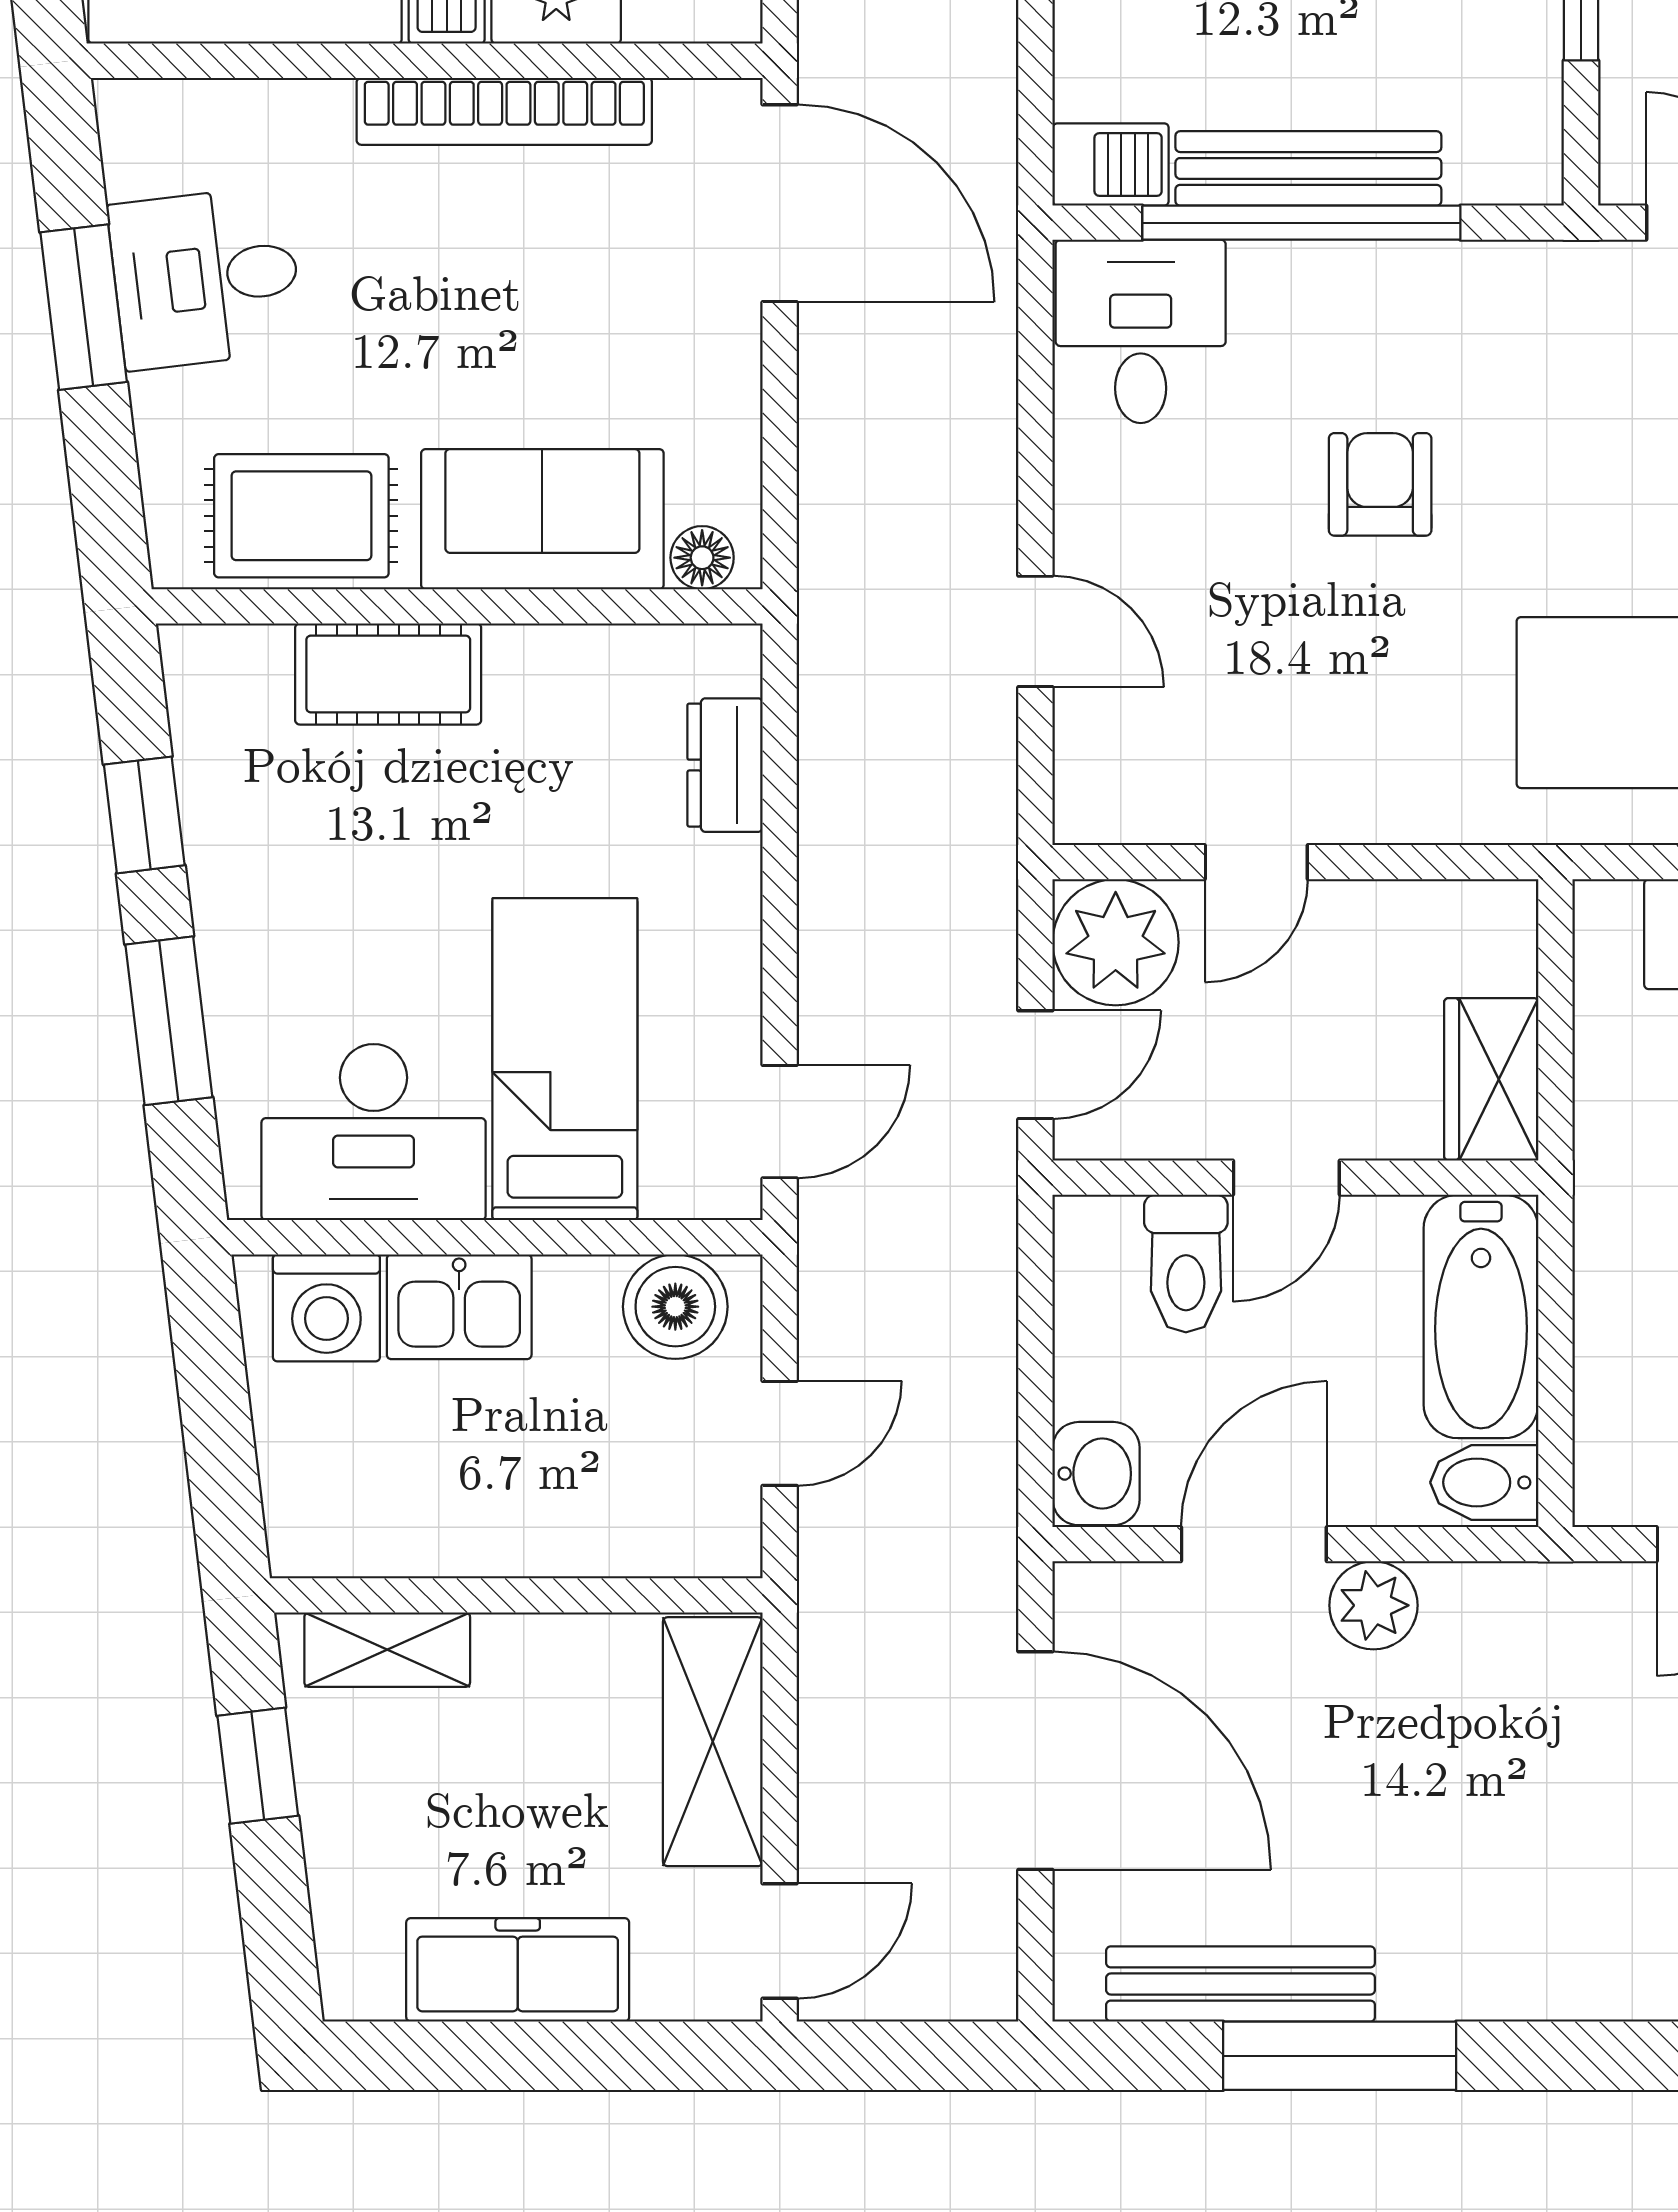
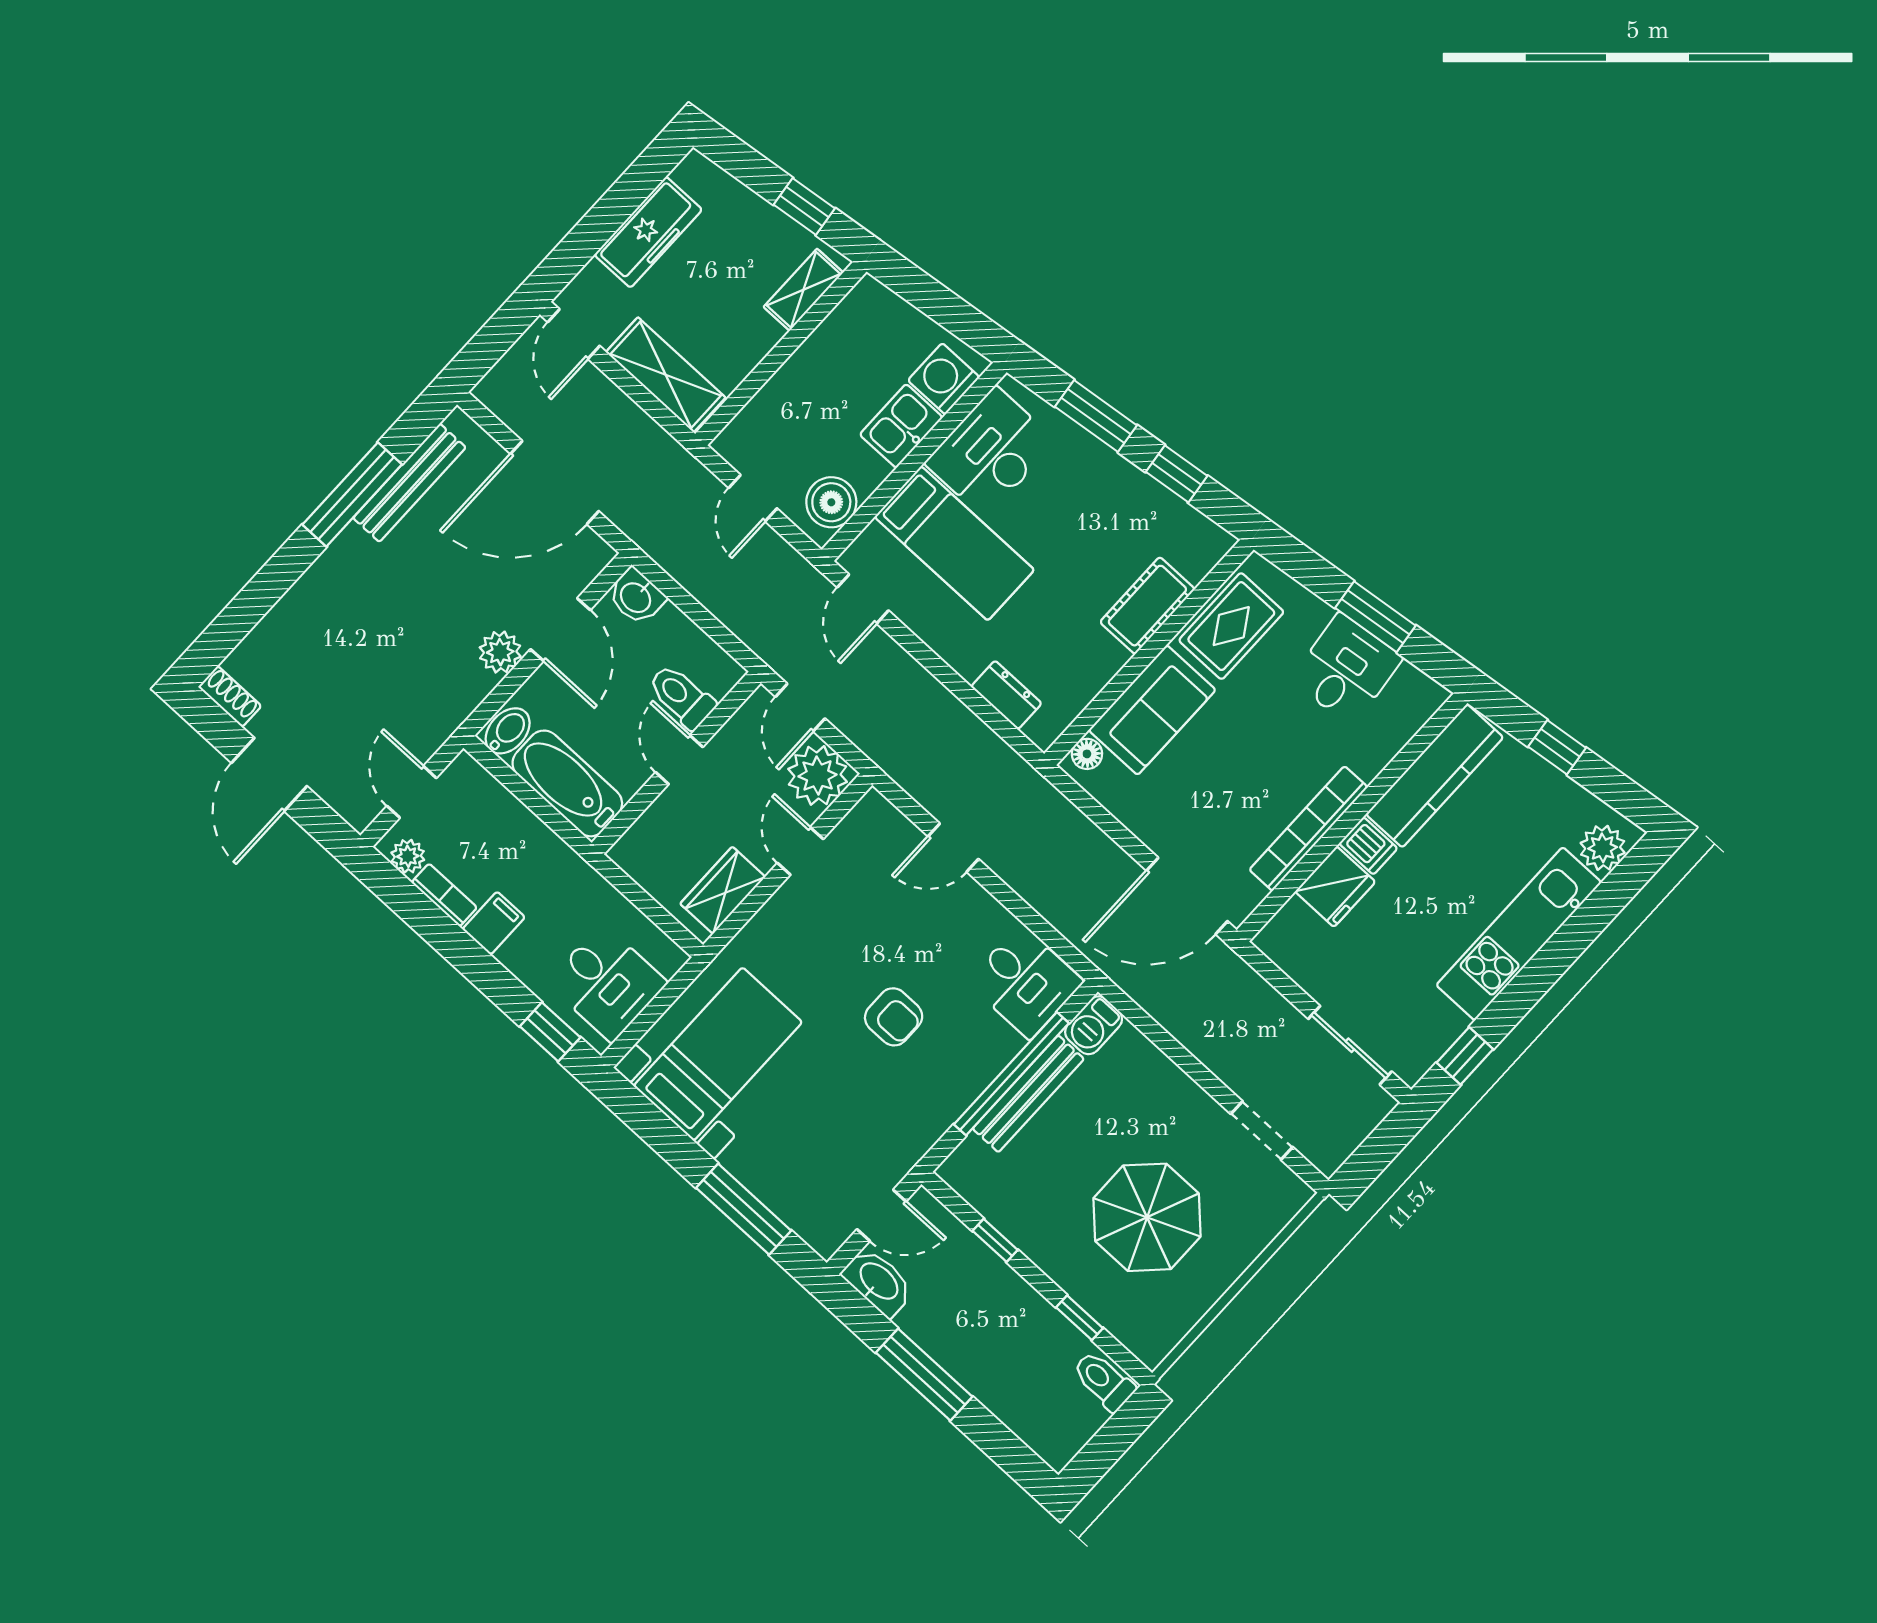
wardrobe: (1491, 1079) -> (723, 890), moved, turned -90

